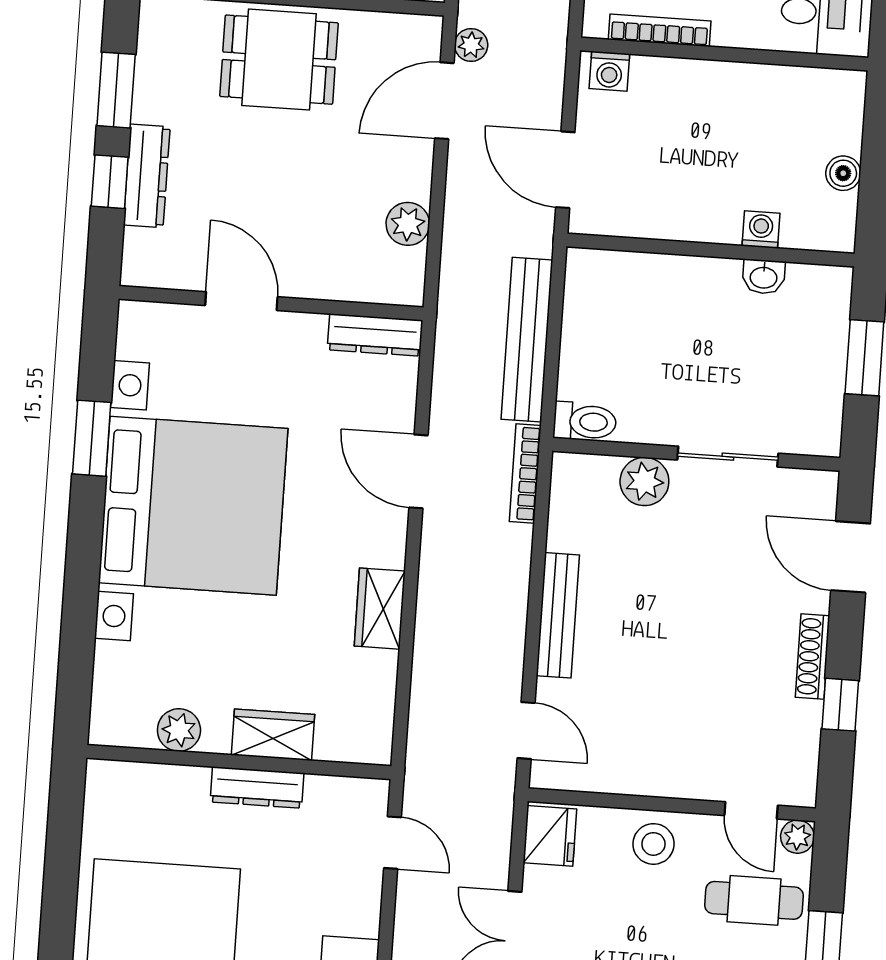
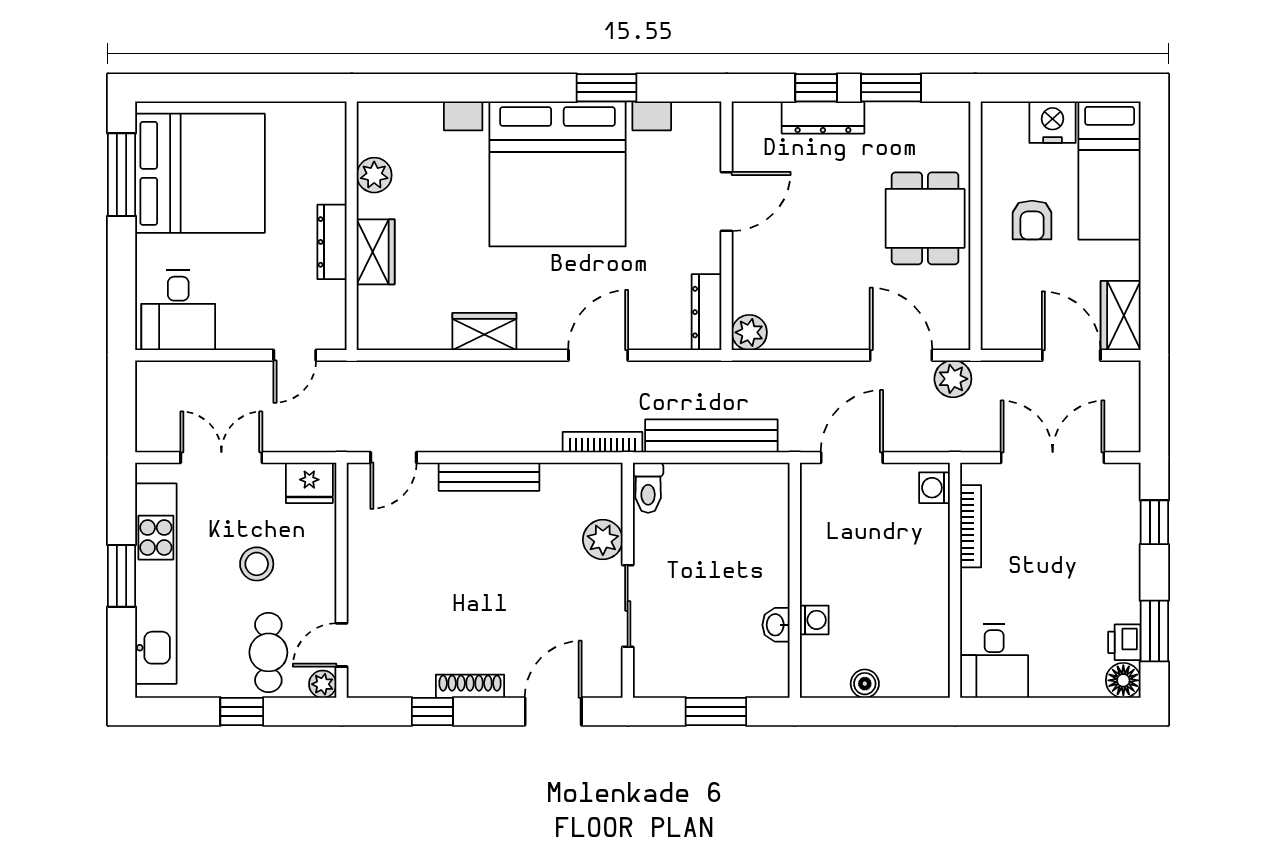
plant: (471, 45) -> (953, 379), width x1.38, depth x1.38
plant: (408, 224) -> (749, 332), moved
stool: (653, 844) -> (257, 564), moved

